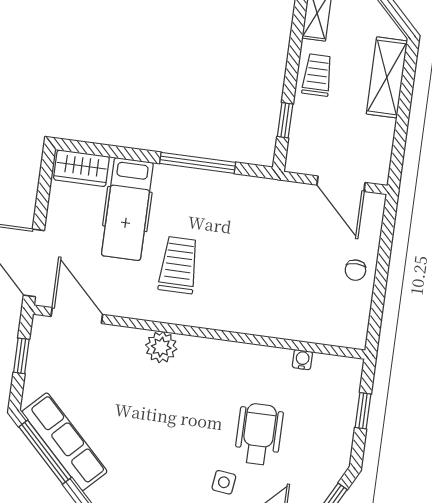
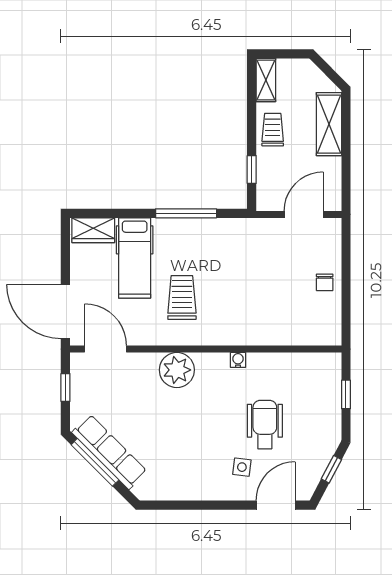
door: (341, 184) -> (304, 214), swing flipped
plant: (161, 347) -> (177, 370), width x1.36, depth x1.36
water cooler: (302, 360) -> (238, 360), moved

